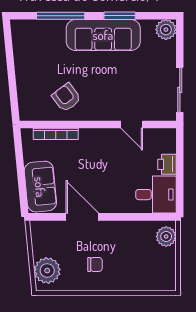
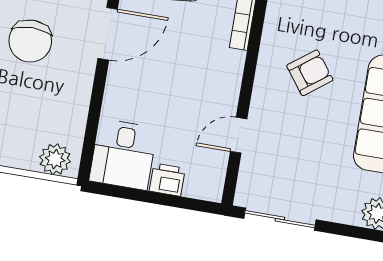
armchair: (66, 97) -> (310, 73), moved
chair: (95, 264) -> (30, 41), width x1.87, depth x1.87

